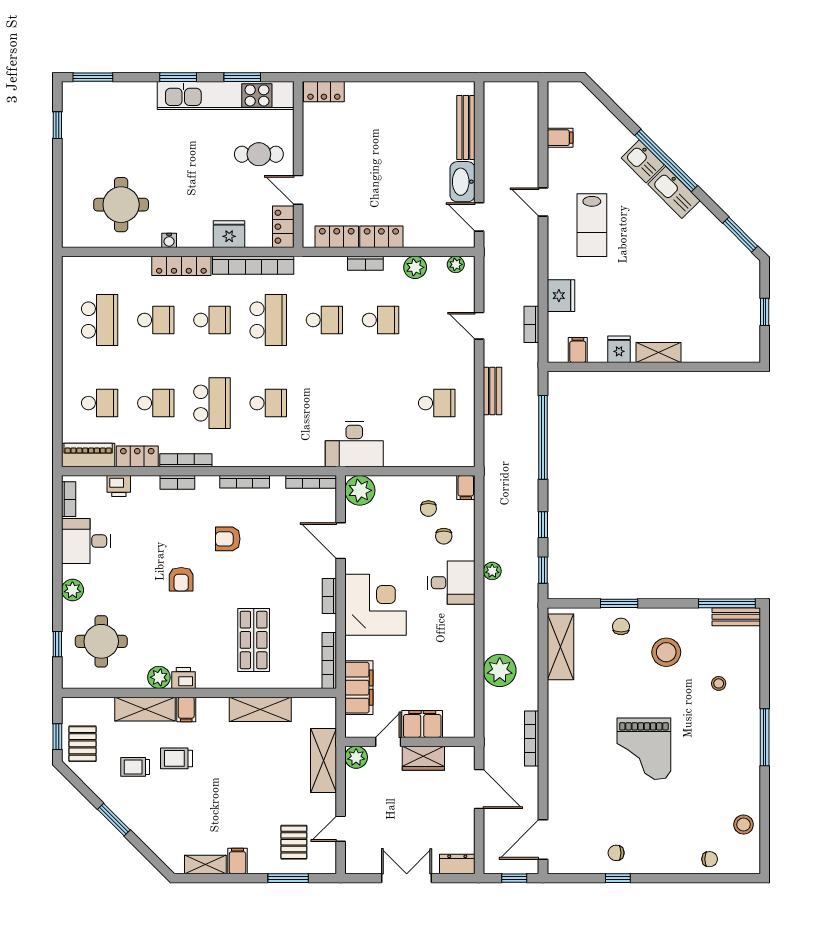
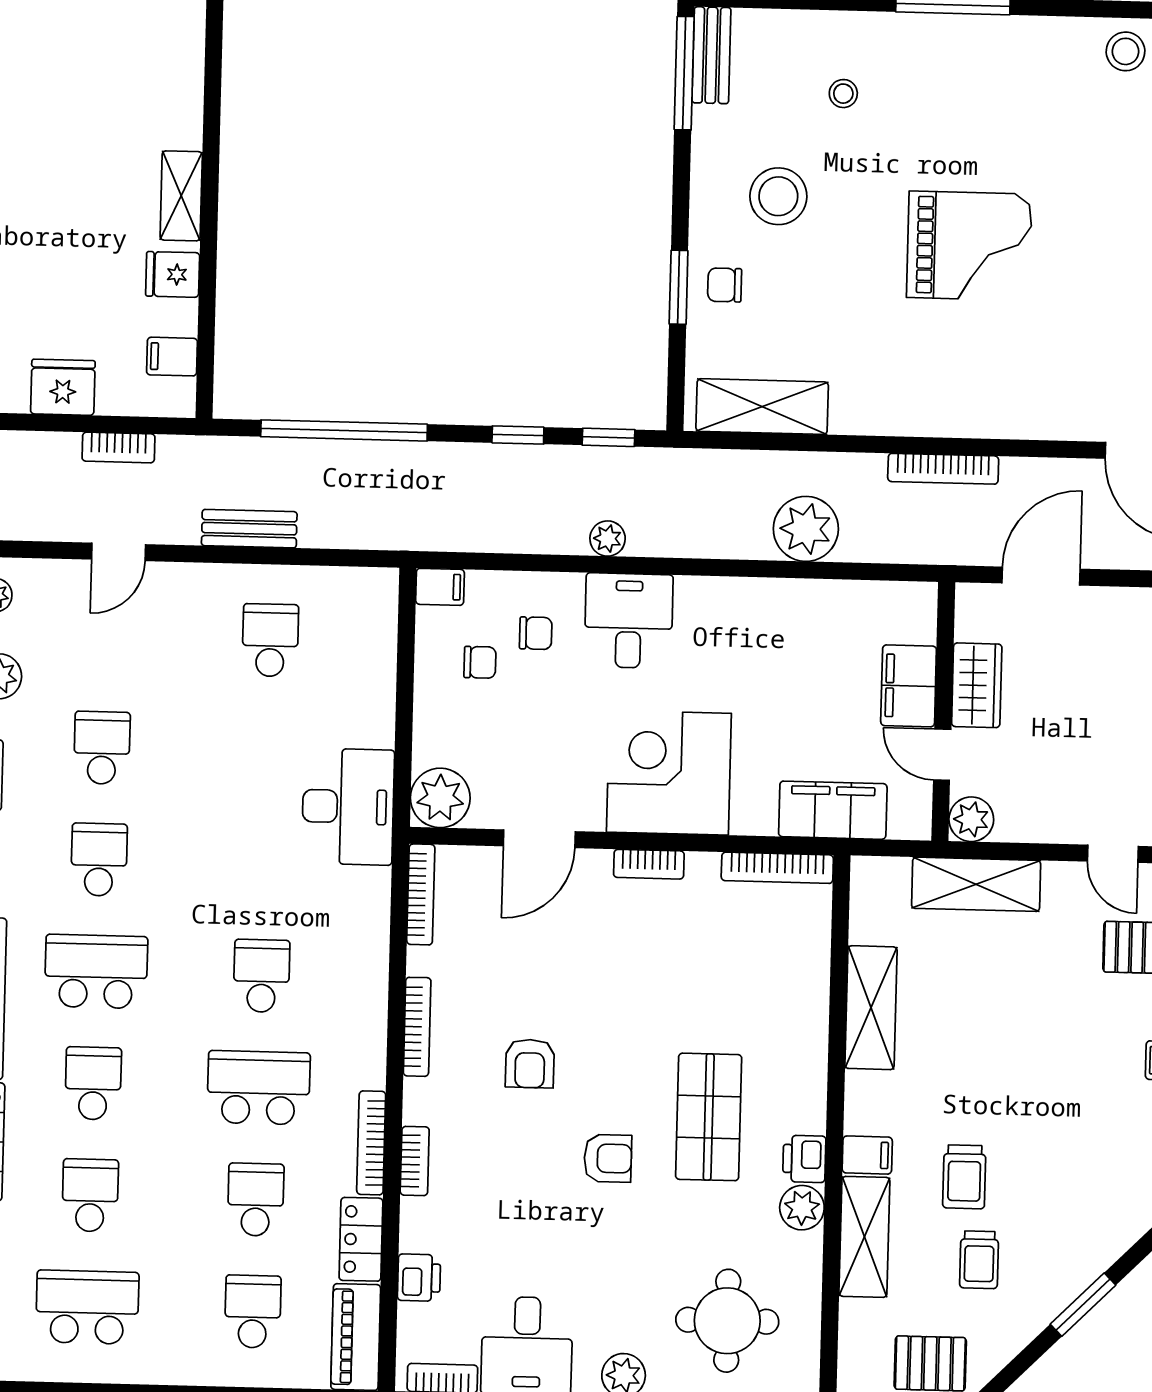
shop shelf: (254, 640) -> (709, 1117), moved, turned 90

